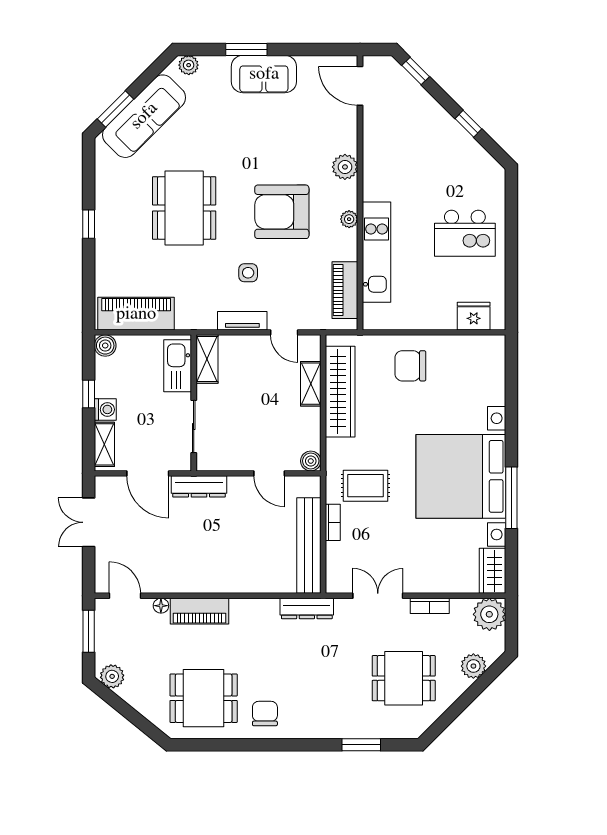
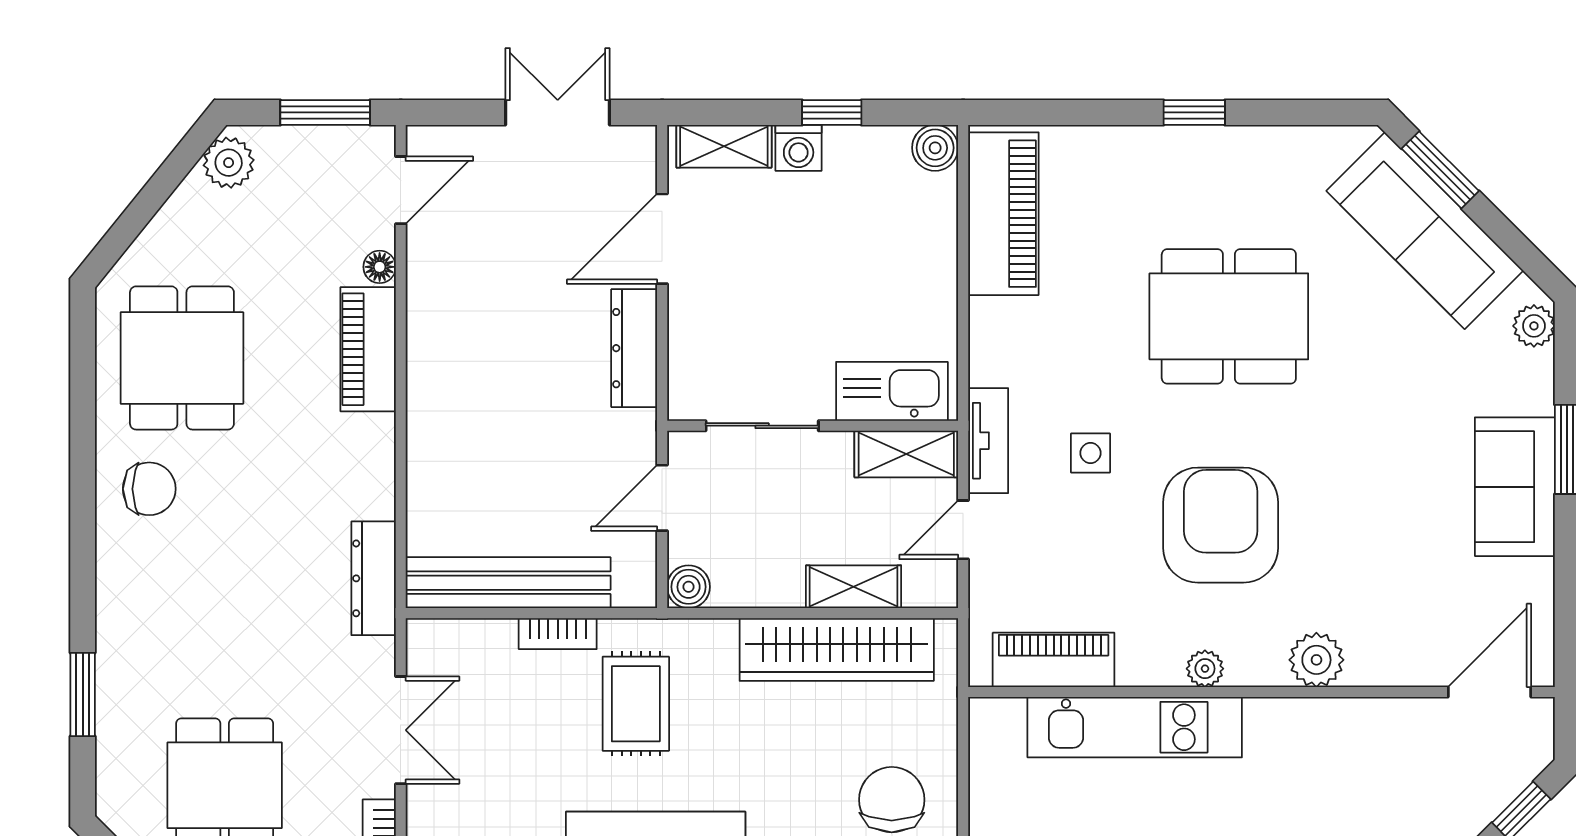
shelving: (207, 359) -> (906, 454), moved
kitchen sink: (178, 366) -> (892, 391), moved
wall: (194, 403) -> (813, 426), moved
sliding door: (194, 427) -> (762, 426), moved

